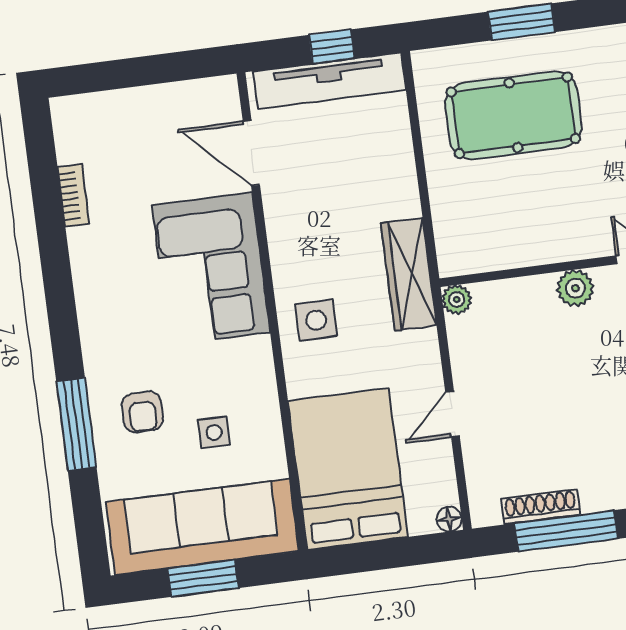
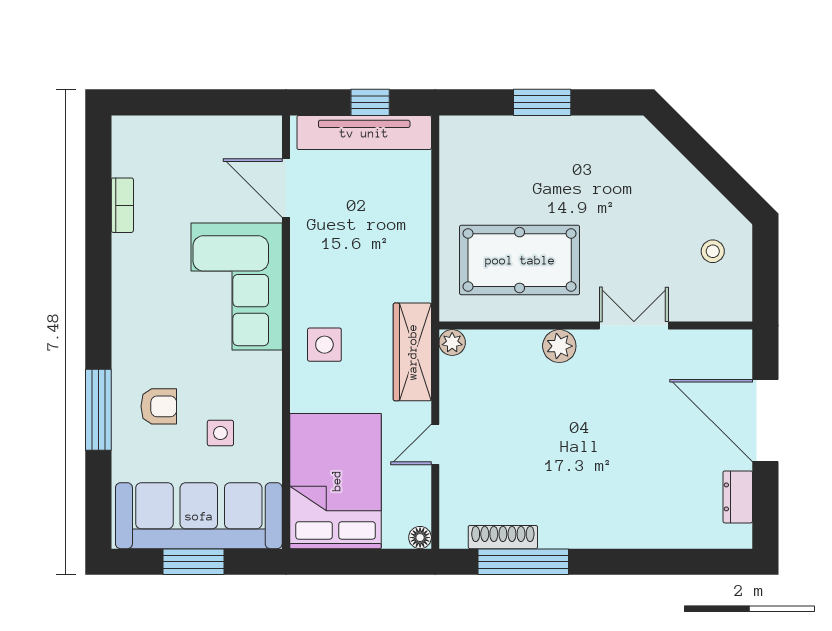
pool table: (513, 115) -> (520, 260), moved
wardrobe: (409, 274) -> (412, 352), moved
armchair: (142, 412) -> (159, 406), turned -90

